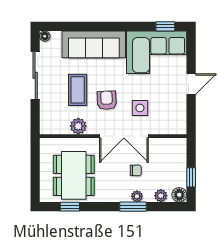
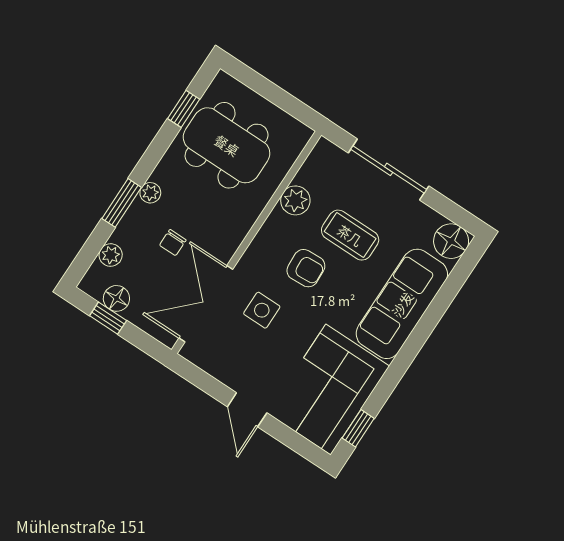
floor lamp: (45, 36) -> (451, 241), width x1.89, depth x1.89
sliding door: (35, 75) -> (389, 169), moved
double door: (124, 136) -> (206, 304), moved
floor lamp: (179, 195) -> (116, 298), moved
plant: (137, 196) -> (150, 193), moved

